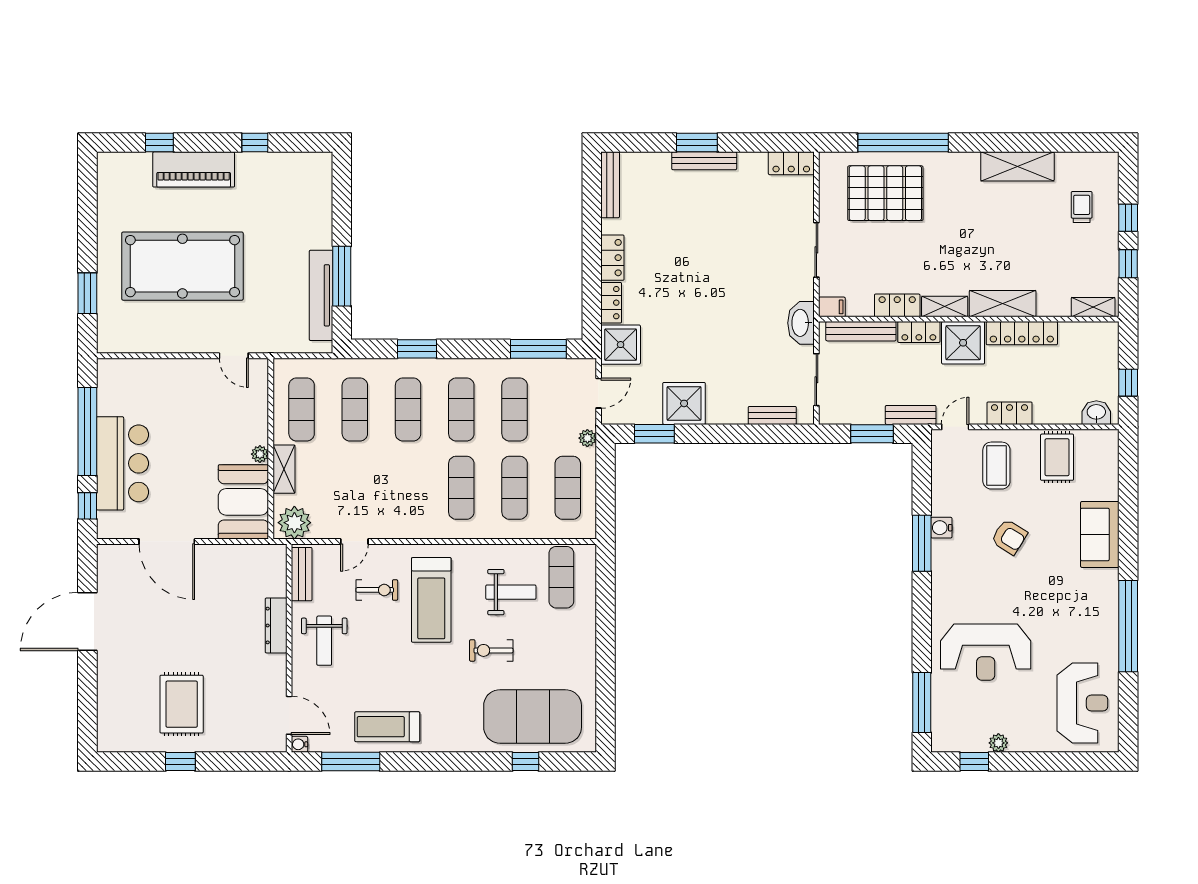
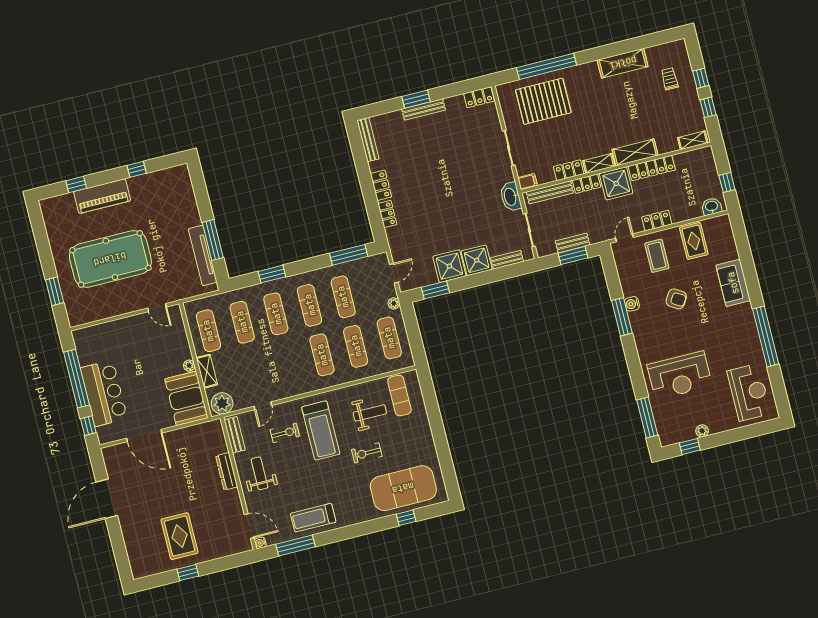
shower: (621, 345) -> (477, 260), moved
bench: (911, 415) -> (573, 243), moved
weight bench: (324, 641) -> (260, 473), turned 180

